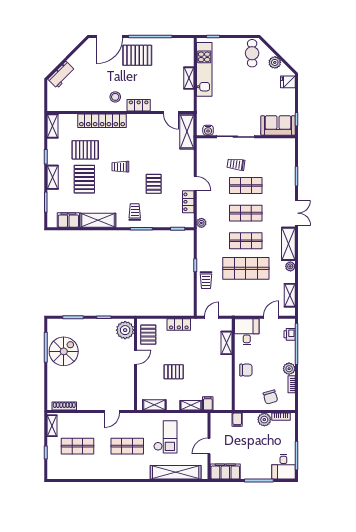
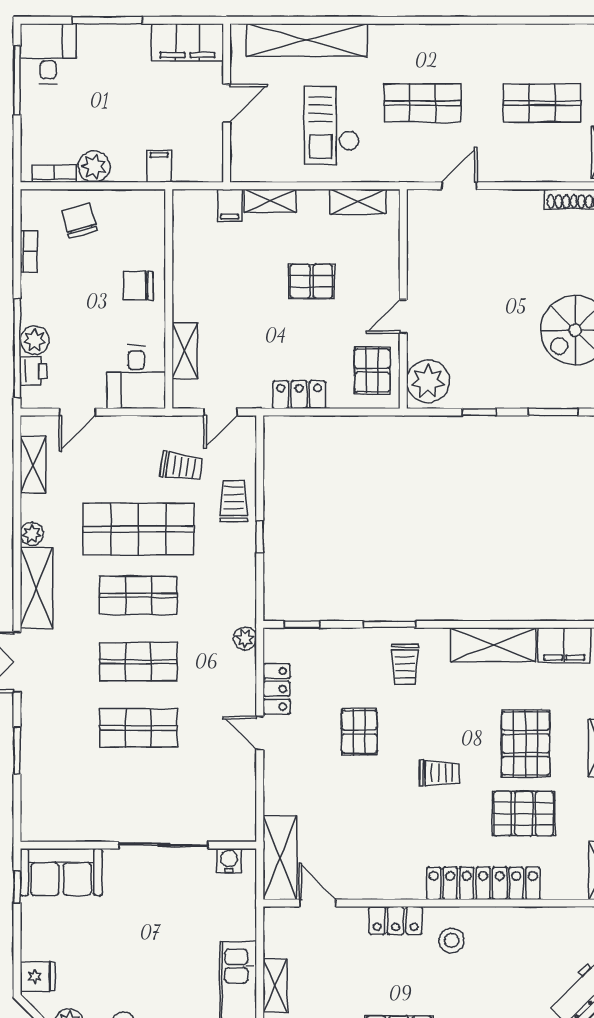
trolley: (236, 164) -> (181, 466), moved
plant: (289, 369) -> (35, 340), moved

